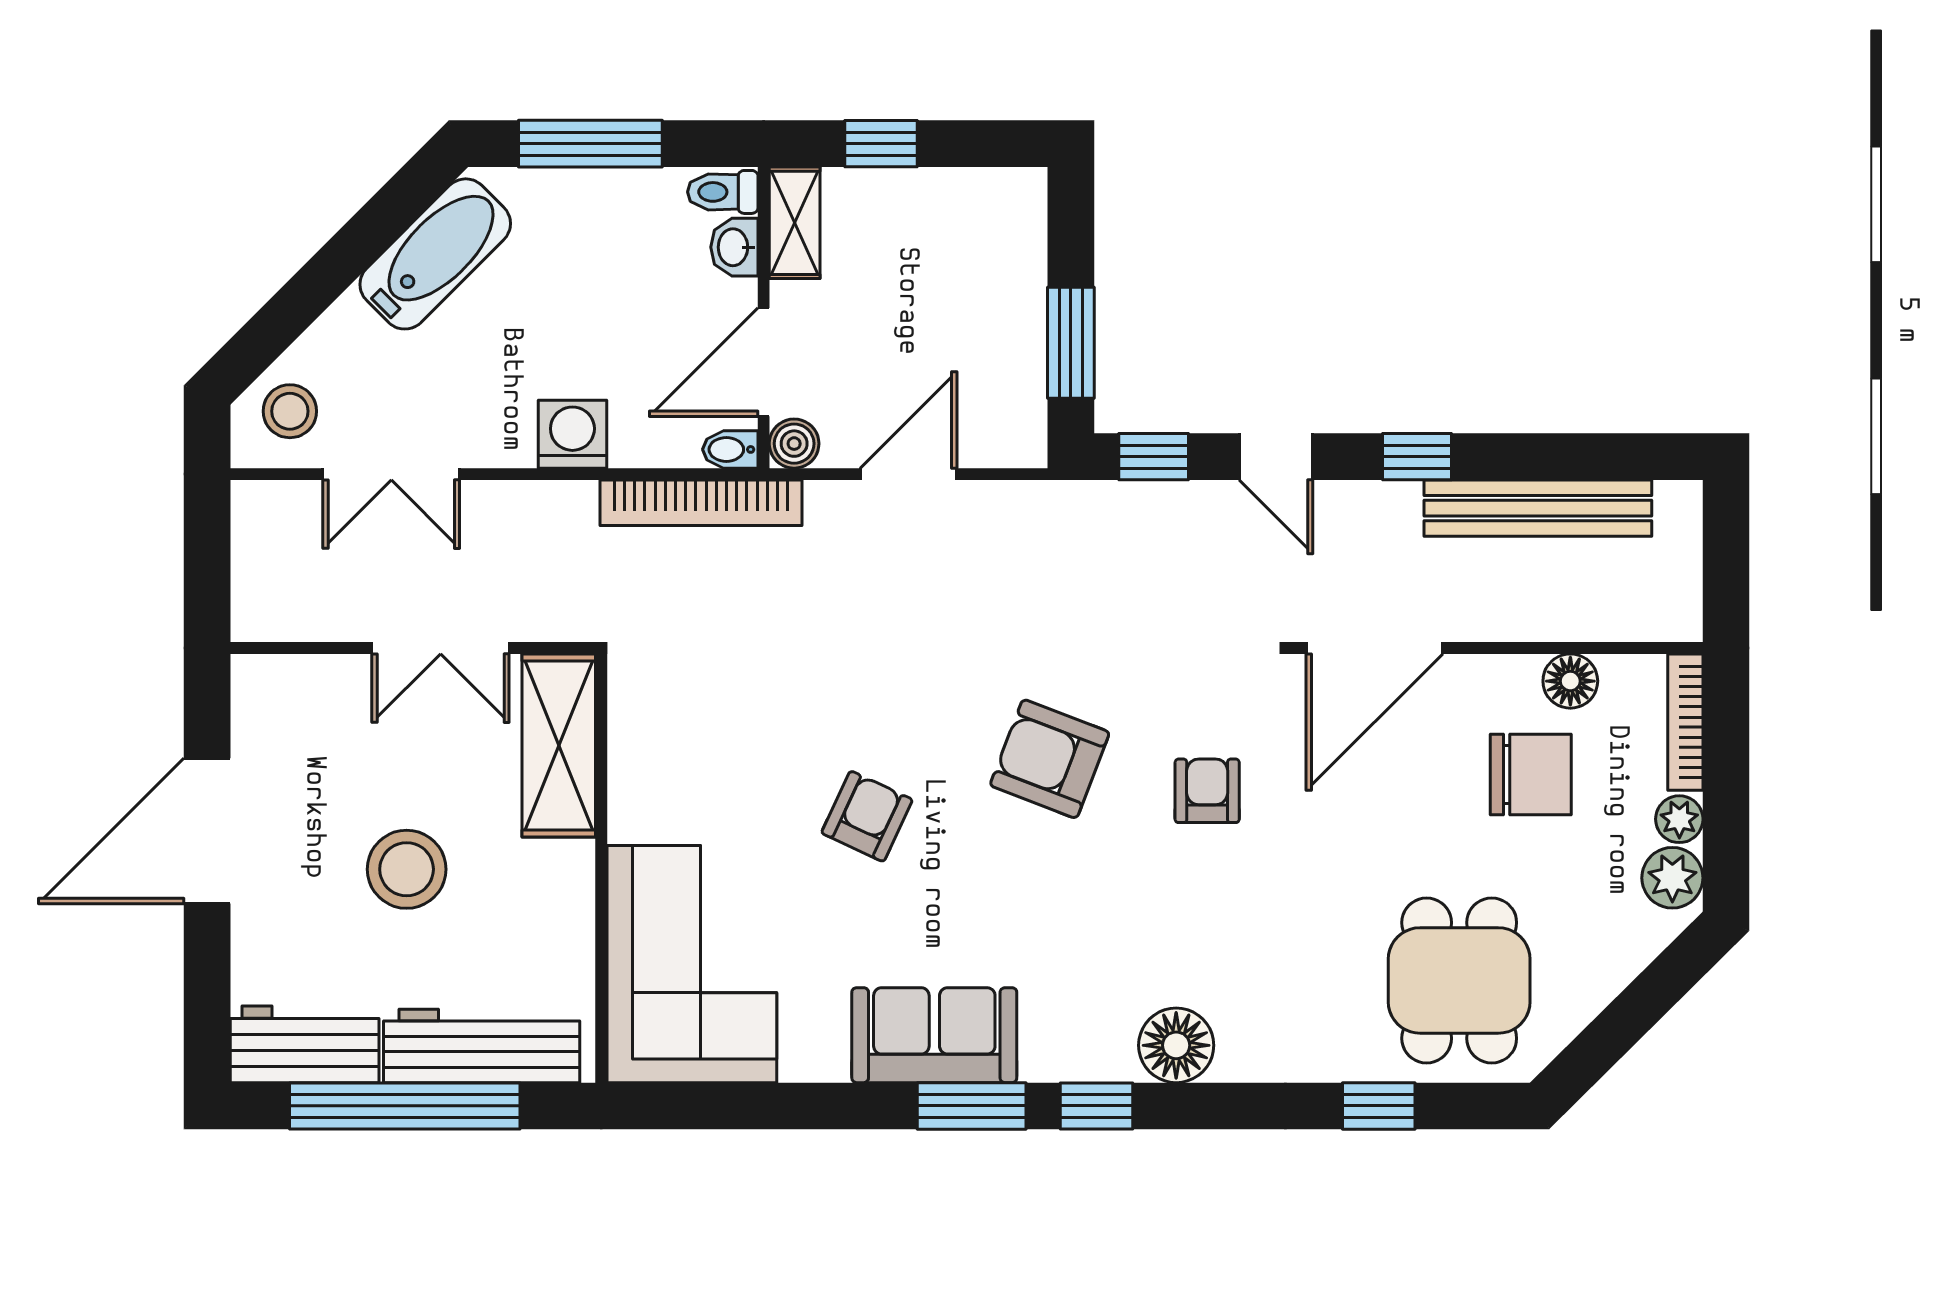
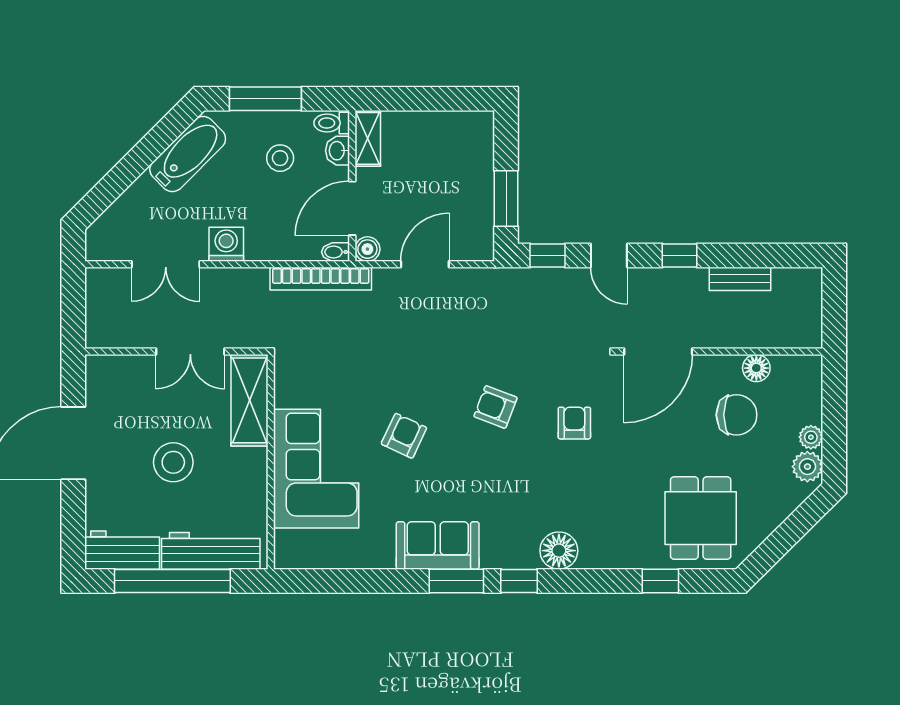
window: (881, 144) -> (411, 99), removed
stool: (290, 411) -> (280, 158), moved
washing machine: (572, 434) -> (226, 244), moved
bench: (1538, 508) -> (740, 279), width x0.54, depth x0.82
bookcase: (1685, 722) -> (814, 389), removed
armchair: (1050, 759) -> (496, 407), width x0.72, depth x0.72
corner sofa: (692, 964) -> (316, 469), moved

